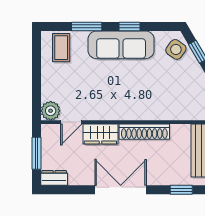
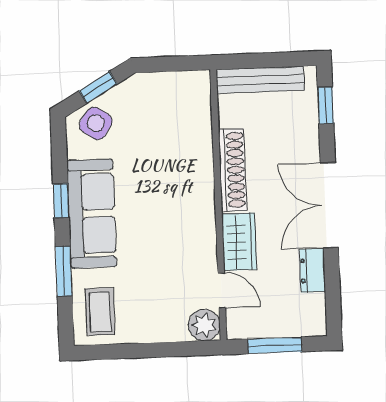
coffee table: (61, 48) -> (100, 312), turned 90
dresser: (54, 178) -> (312, 270), moved

